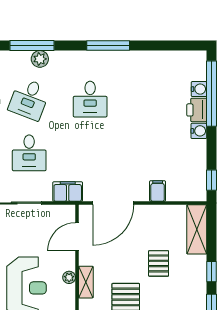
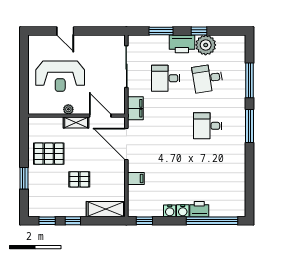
window: (108, 46) -> (250, 126), moved
plant: (40, 59) -> (239, 87), removed
water cooler: (199, 89) -> (170, 211), moved
desk: (29, 99) -> (208, 78), turned -30
shelving: (86, 282) -> (76, 122), moved

